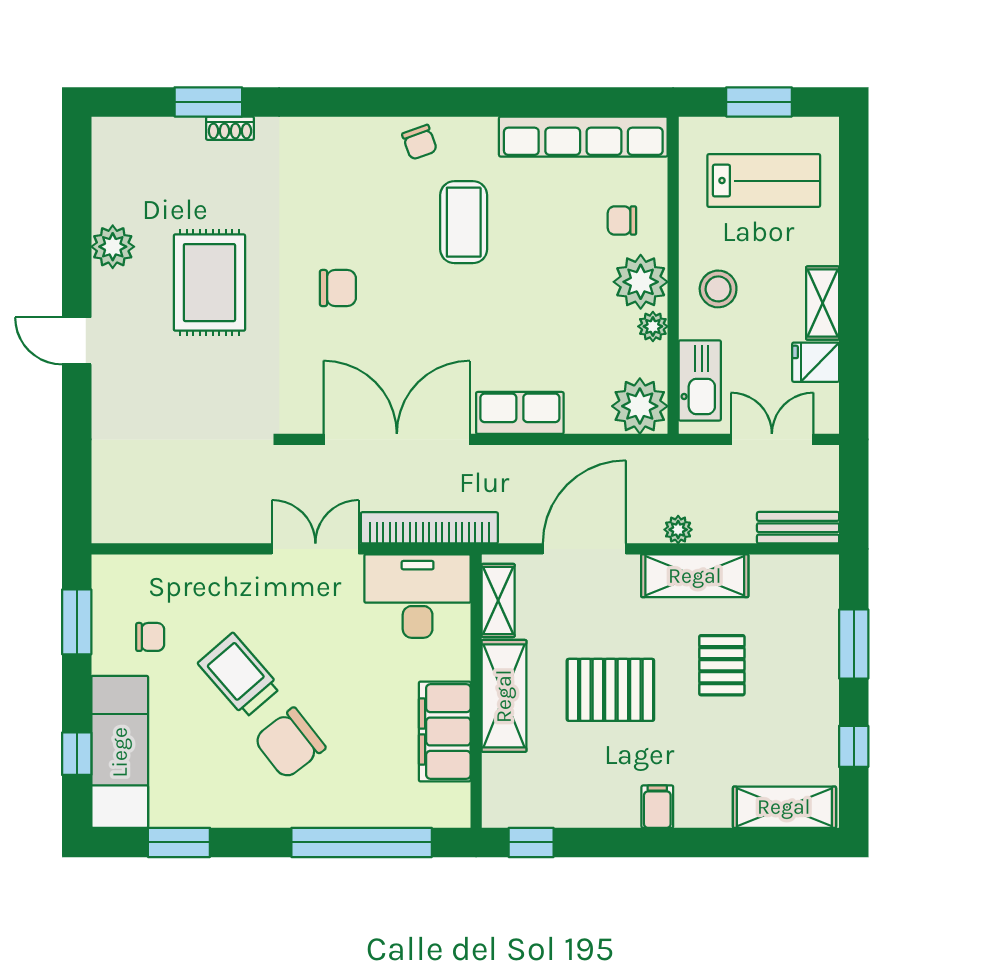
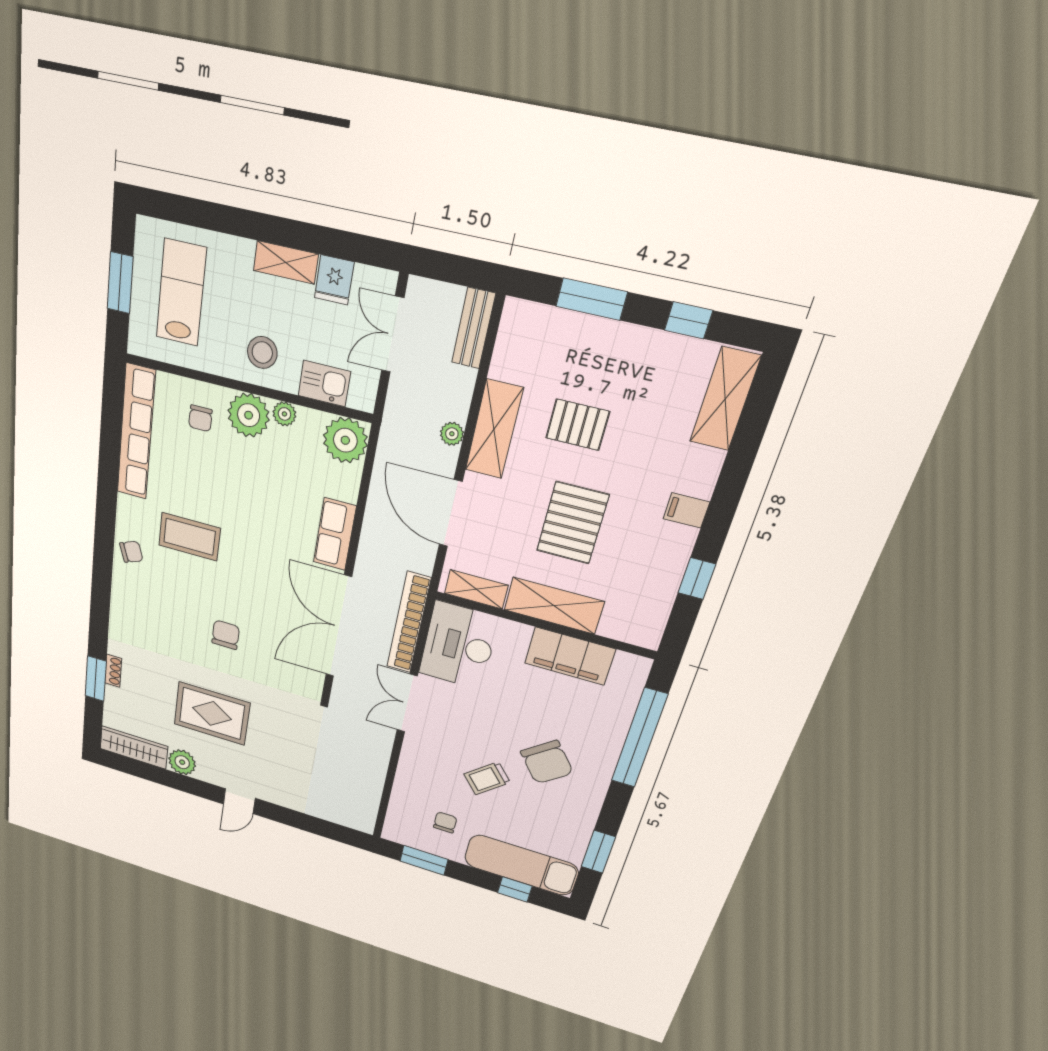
wardrobe: (112, 169) -> (134, 747), added
kitchen sink: (700, 380) -> (324, 384), width x0.73
trolley: (239, 675) -> (487, 778), width x0.73, depth x0.72
window: (531, 842) -> (697, 579), moved

